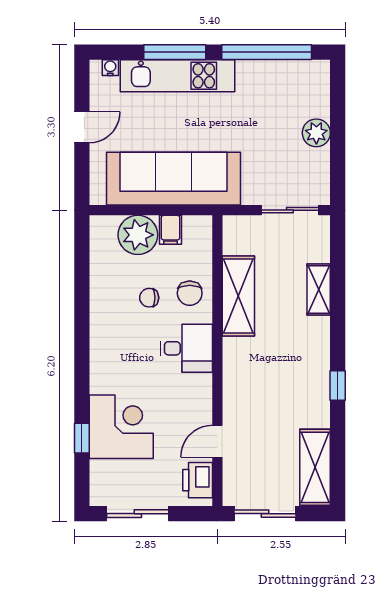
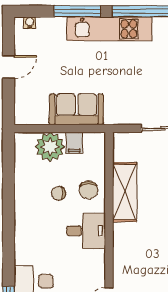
kitchen unit: (177, 76) -> (109, 29), moved
sofa: (173, 179) -> (76, 109), width x0.54, depth x0.79

